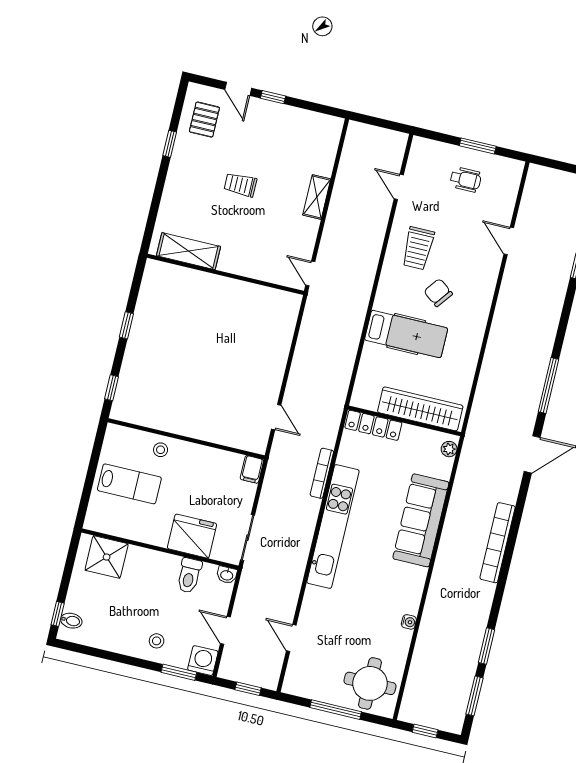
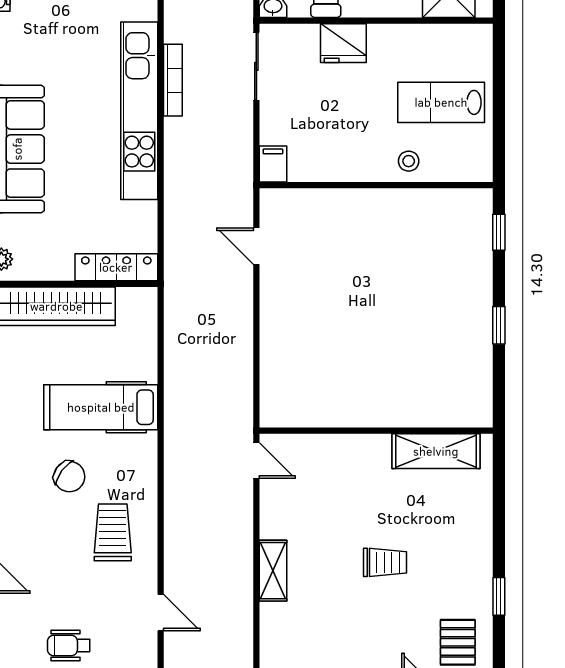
bookcase: (322, 473) -> (173, 80), moved
fridge: (192, 536) -> (343, 43), width x0.73, depth x0.75

